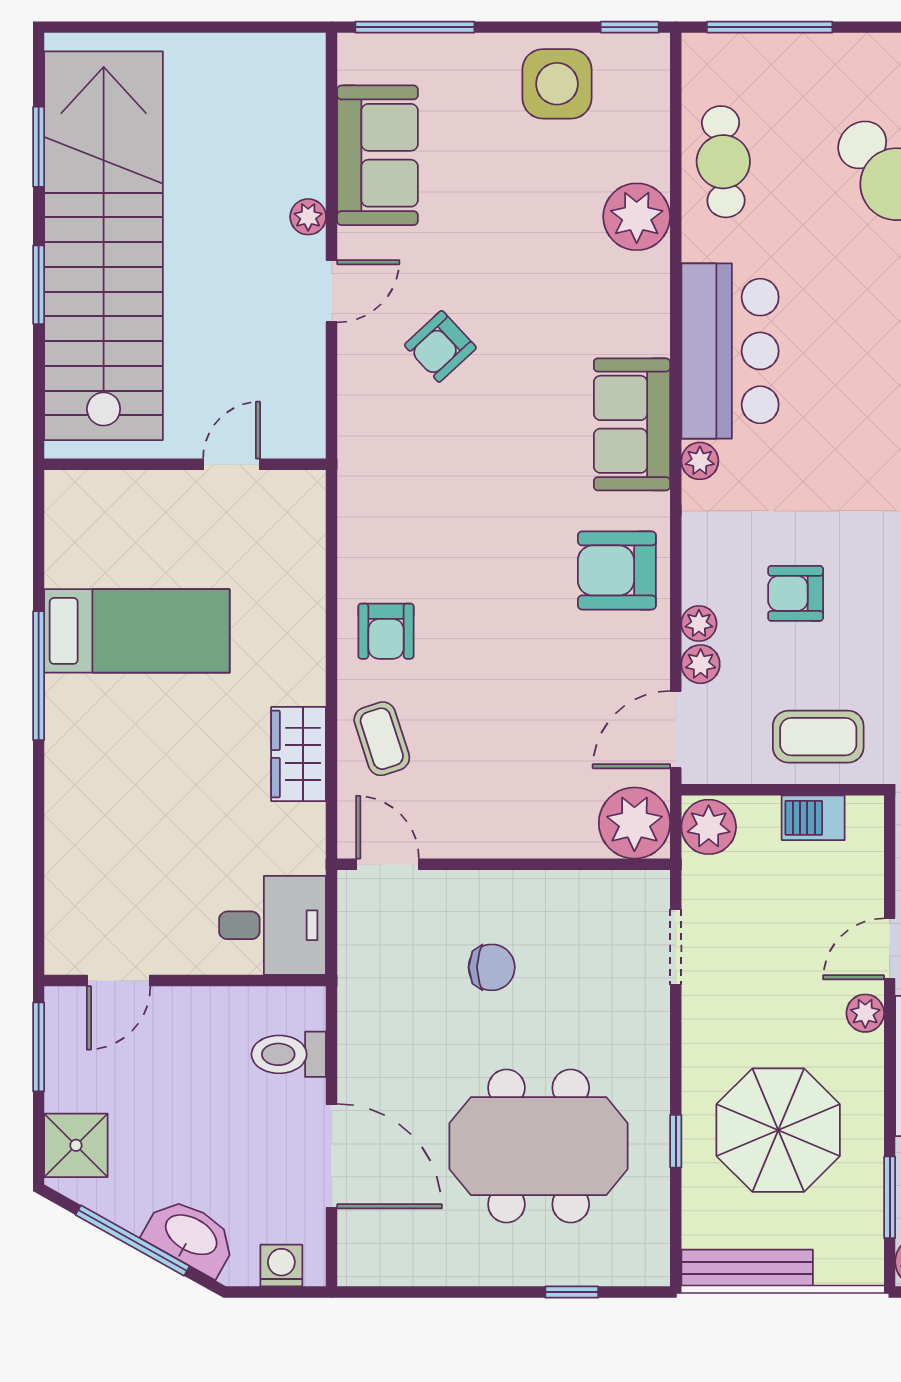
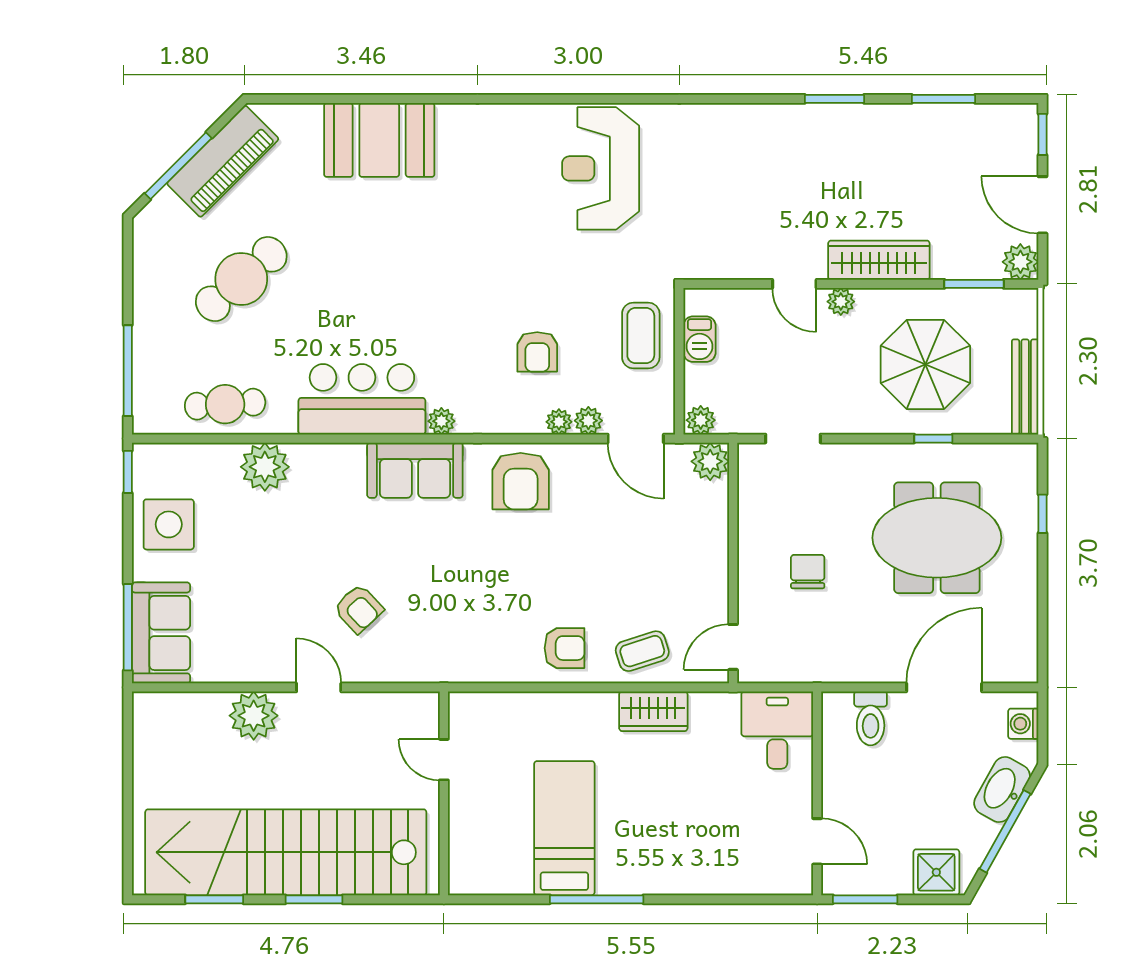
sofa: (378, 155) -> (161, 633), moved, turned 90
plant: (308, 217) -> (254, 716), width x1.87, depth x1.87
plant: (634, 823) -> (710, 461), width x0.73, depth x0.73
plant: (709, 827) -> (701, 420), width x0.73, depth x0.73
meeting table: (539, 1146) -> (937, 538), turned 90

